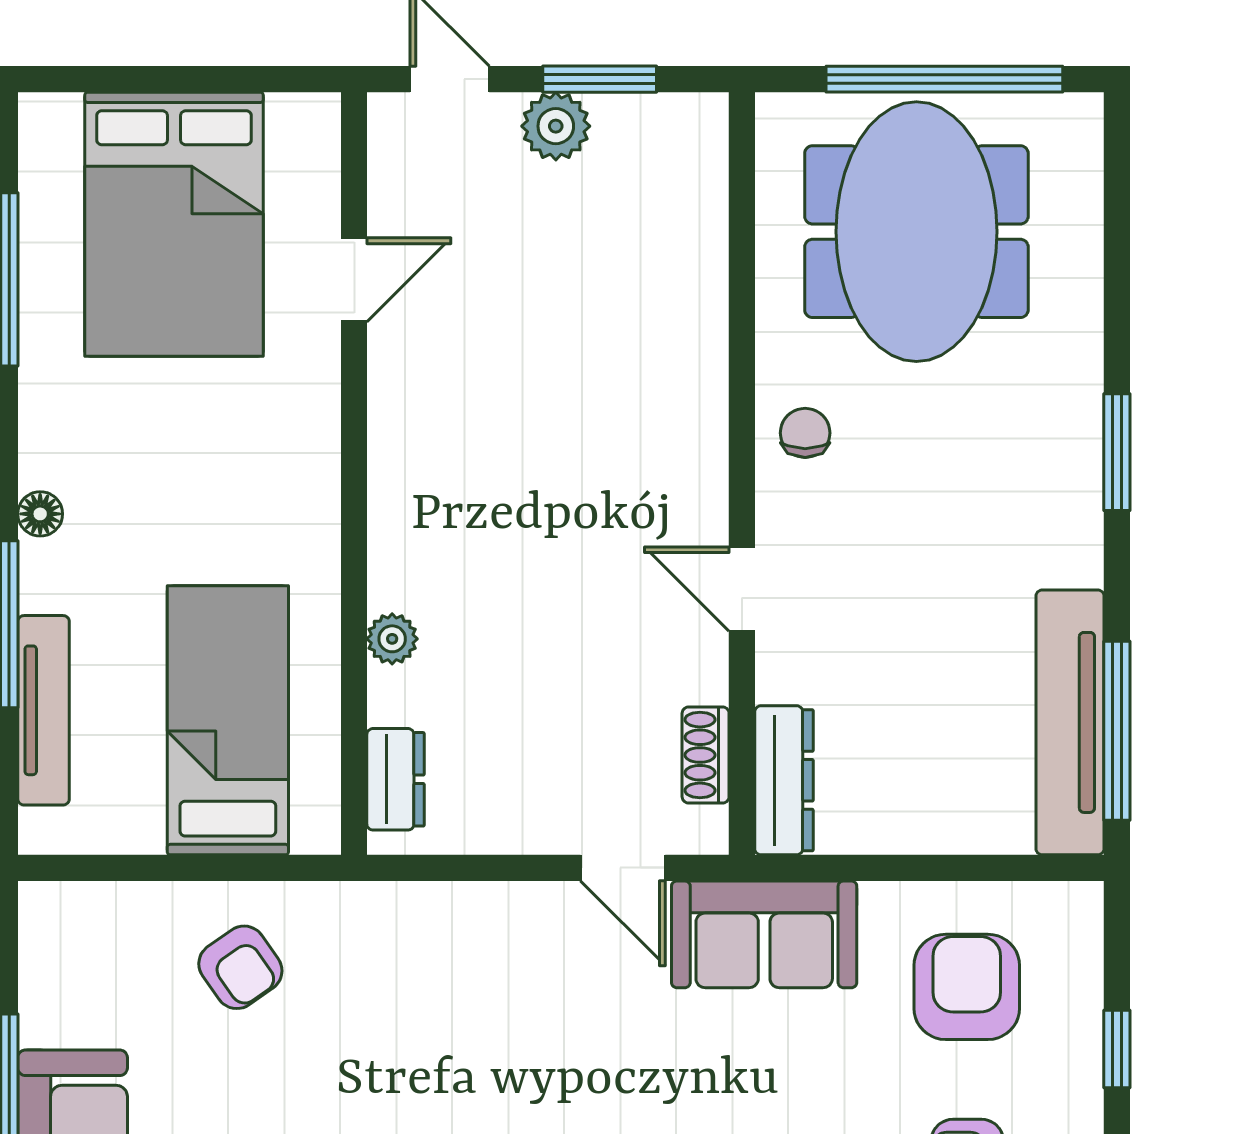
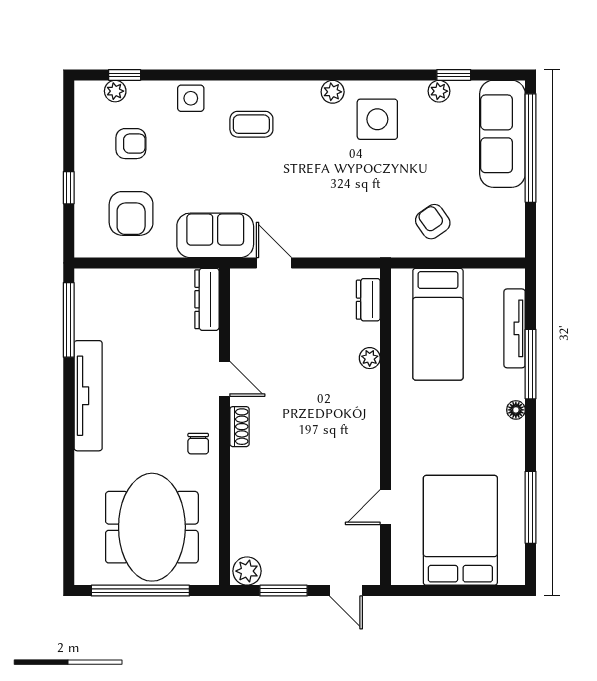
plant: (556, 126) -> (247, 571), moved
window: (1117, 452) -> (69, 436), removed
tv unit: (1070, 722) -> (88, 396), moved
shoe rack: (706, 755) -> (240, 427), moved

